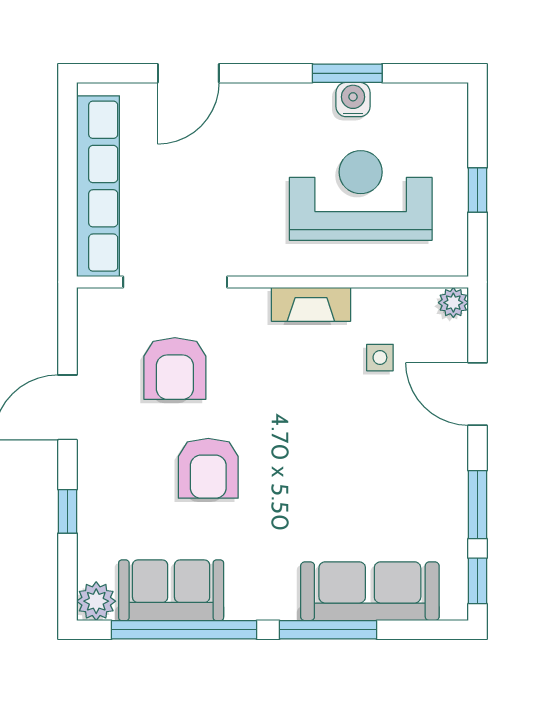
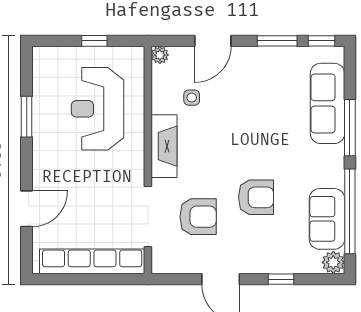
door: (188, 73) -> (27, 209), hinge flipped
water cooler: (353, 100) -> (42, 113), removed
fireplace: (311, 304) -> (164, 146), width x1.37, depth x1.32

